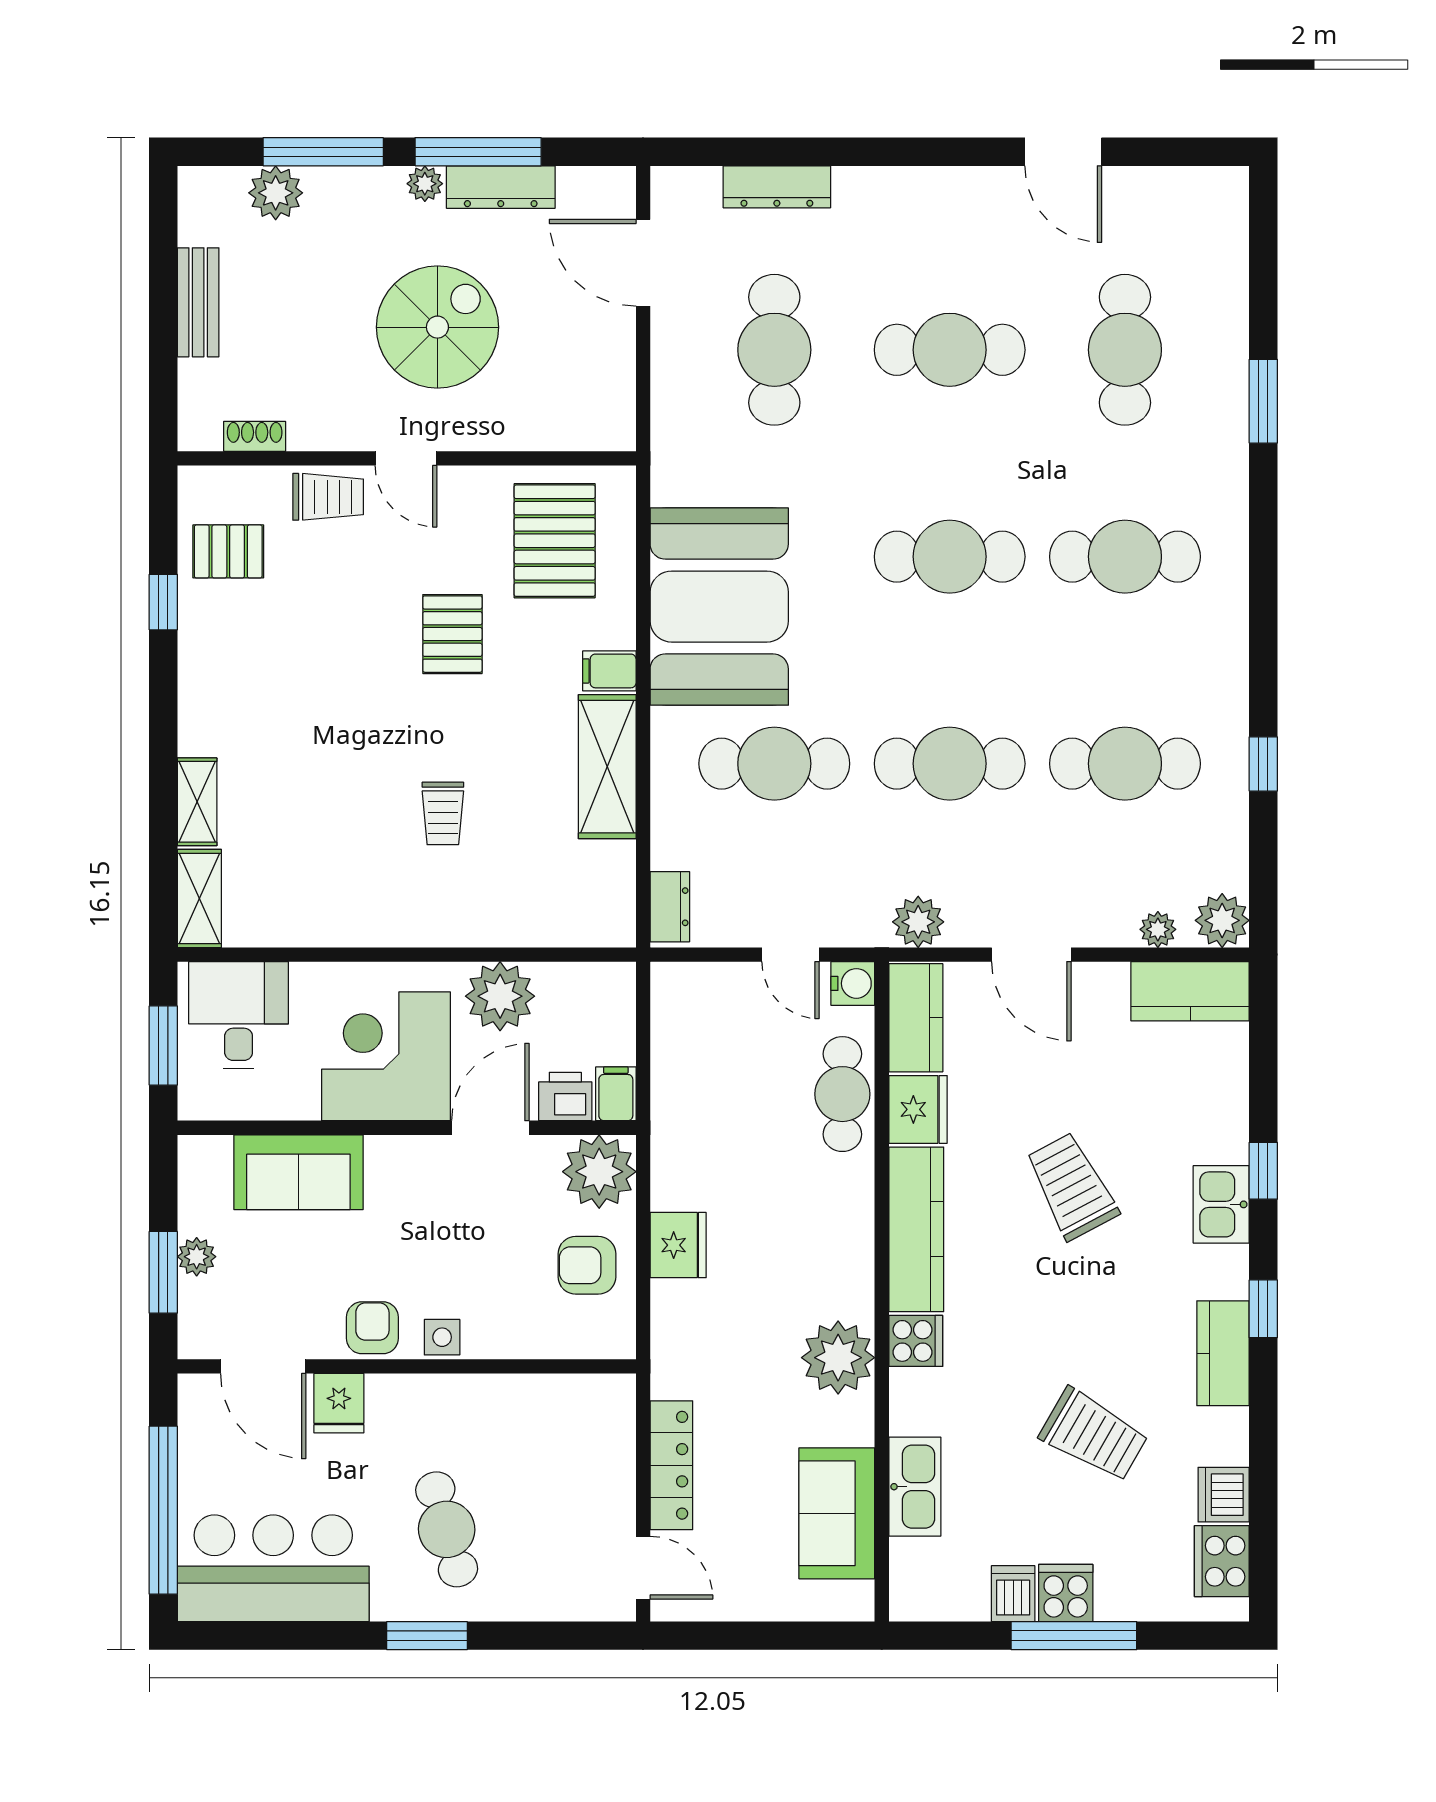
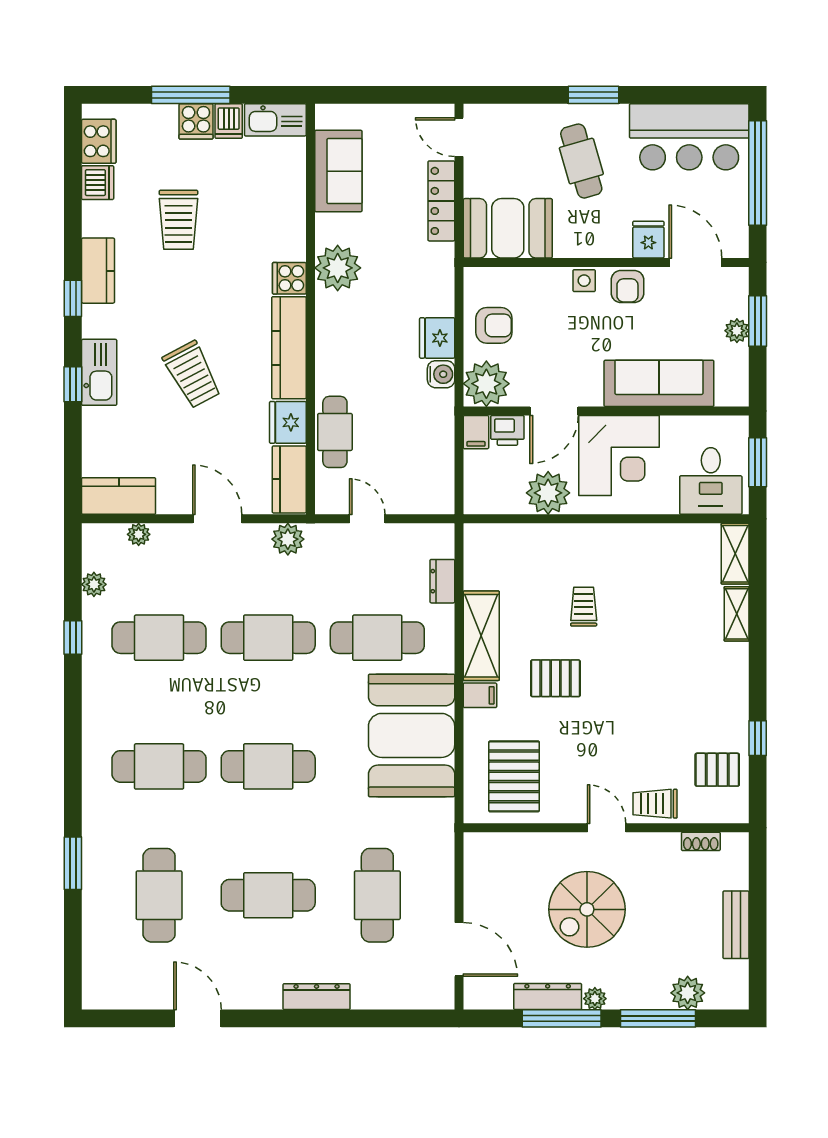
dresser: (777, 187) -> (317, 997), moved
pallet: (452, 634) -> (555, 678), moved, turned 90
dresser: (670, 907) -> (442, 581), moved
plant: (1222, 920) -> (94, 584), moved, width x0.73, depth x0.73
water cooler: (853, 983) -> (441, 374), moved, turned 180
sofa: (298, 1172) -> (659, 383), width x1.36
kitchen sink: (1221, 1204) -> (99, 372), width x1.38
booth: (565, 1421) -> (508, 228), added
trolley: (1094, 1435) -> (178, 220), turned -120
kitchen sink: (915, 1487) -> (275, 120), moved, turned -90

